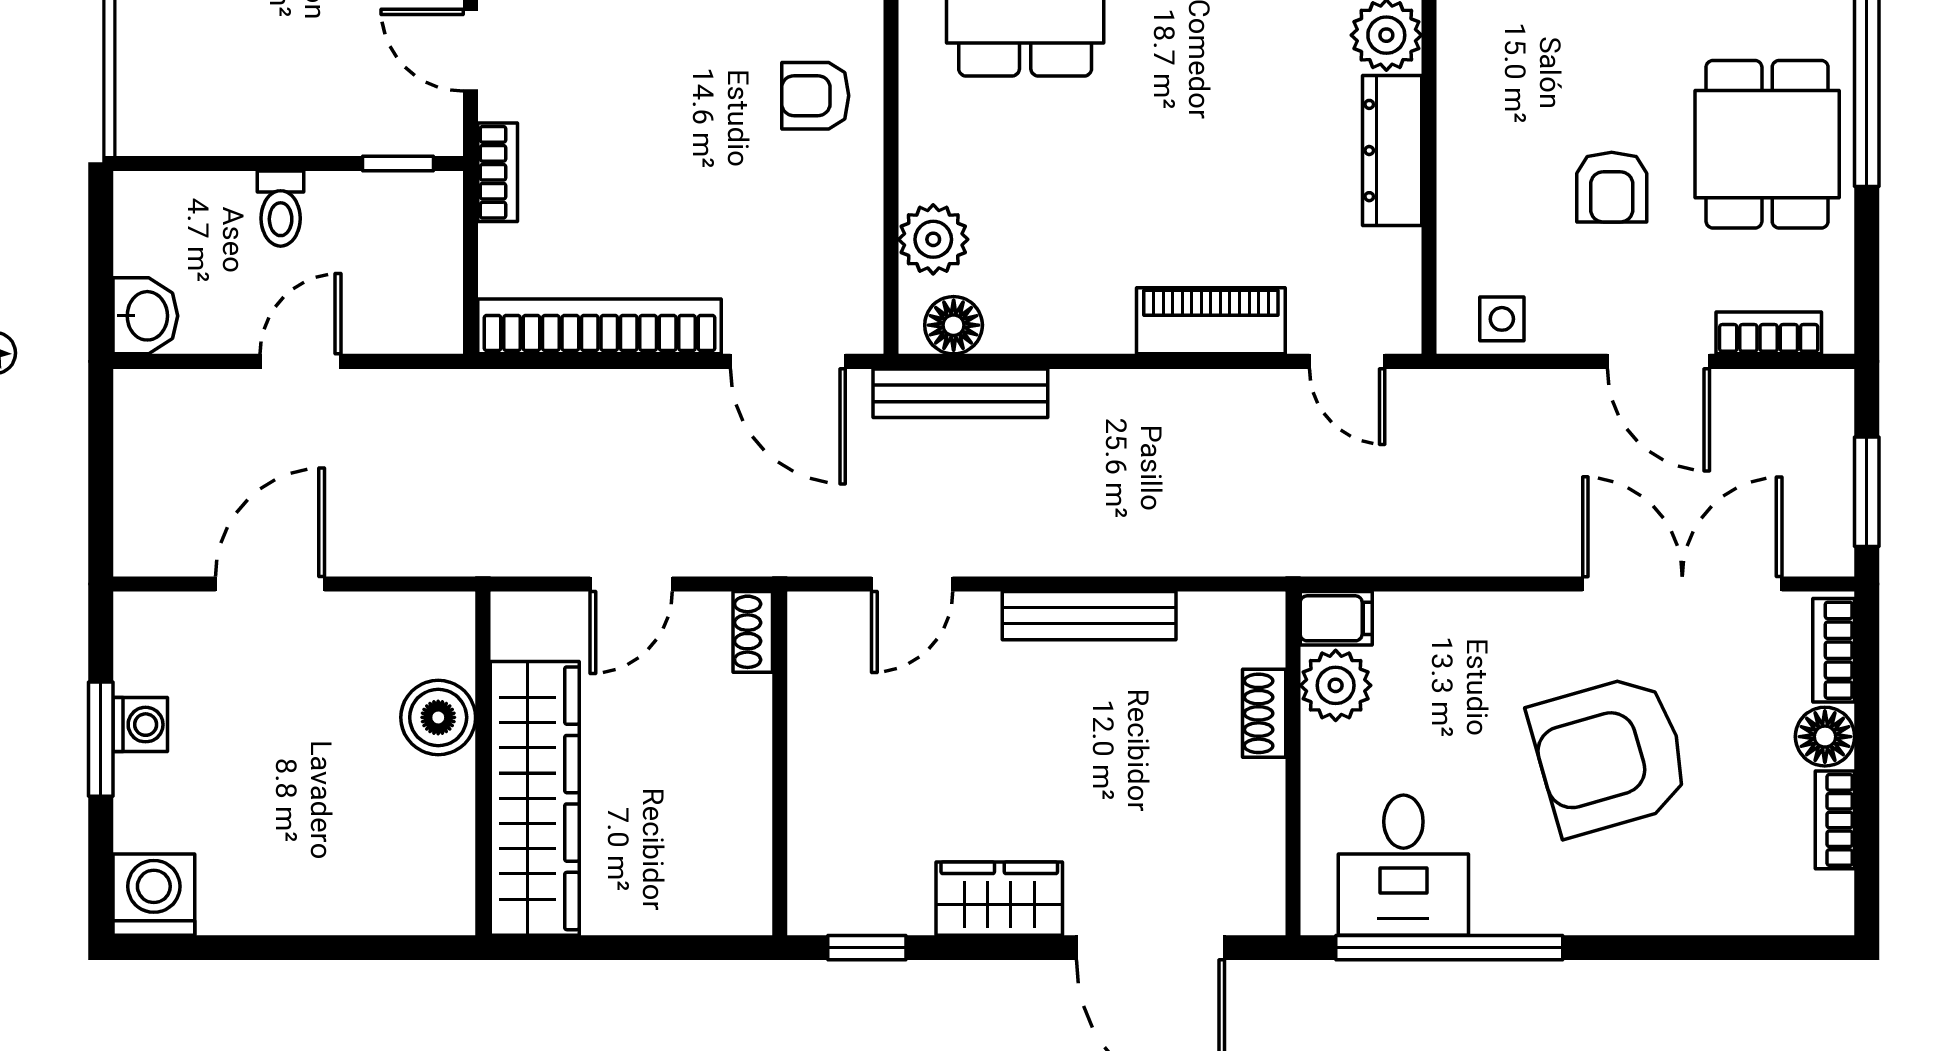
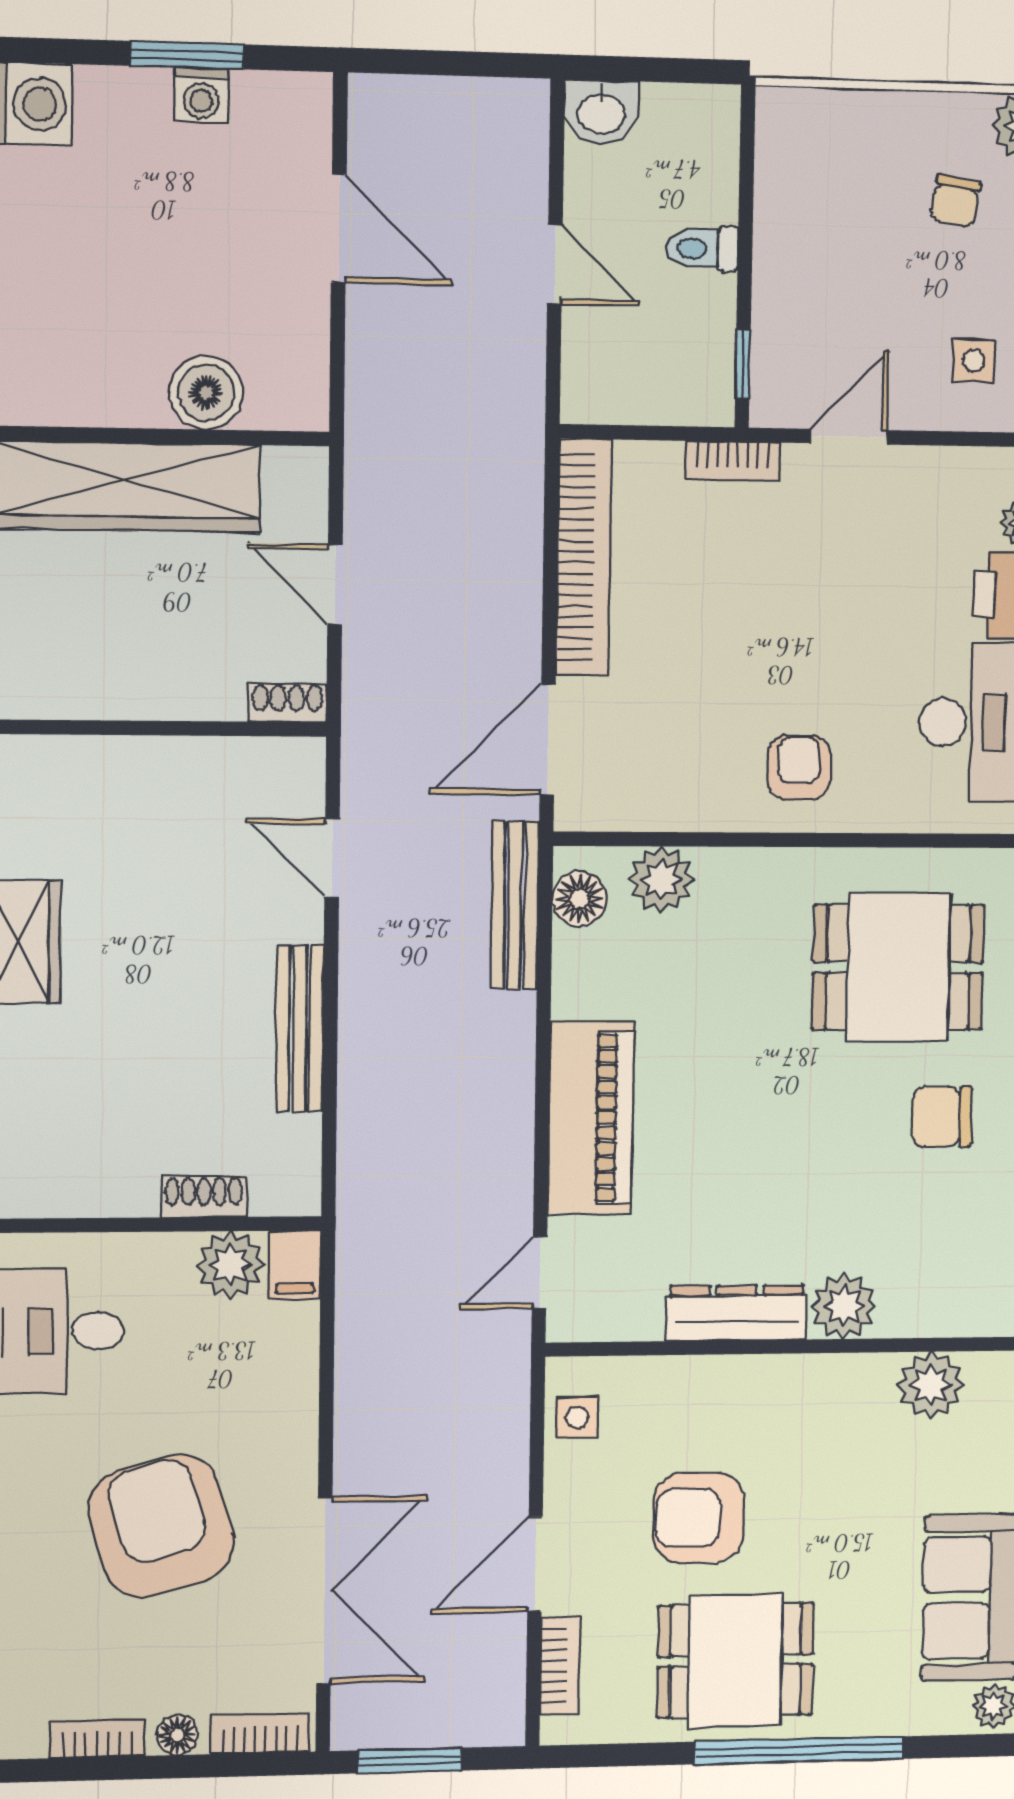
armchair: (1612, 187) -> (699, 1518), width x1.38, depth x1.38
piano: (1211, 321) -> (591, 1118), width x1.37, depth x1.33
floor lamp: (1825, 737) -> (177, 1735), width x0.73, depth x0.73

